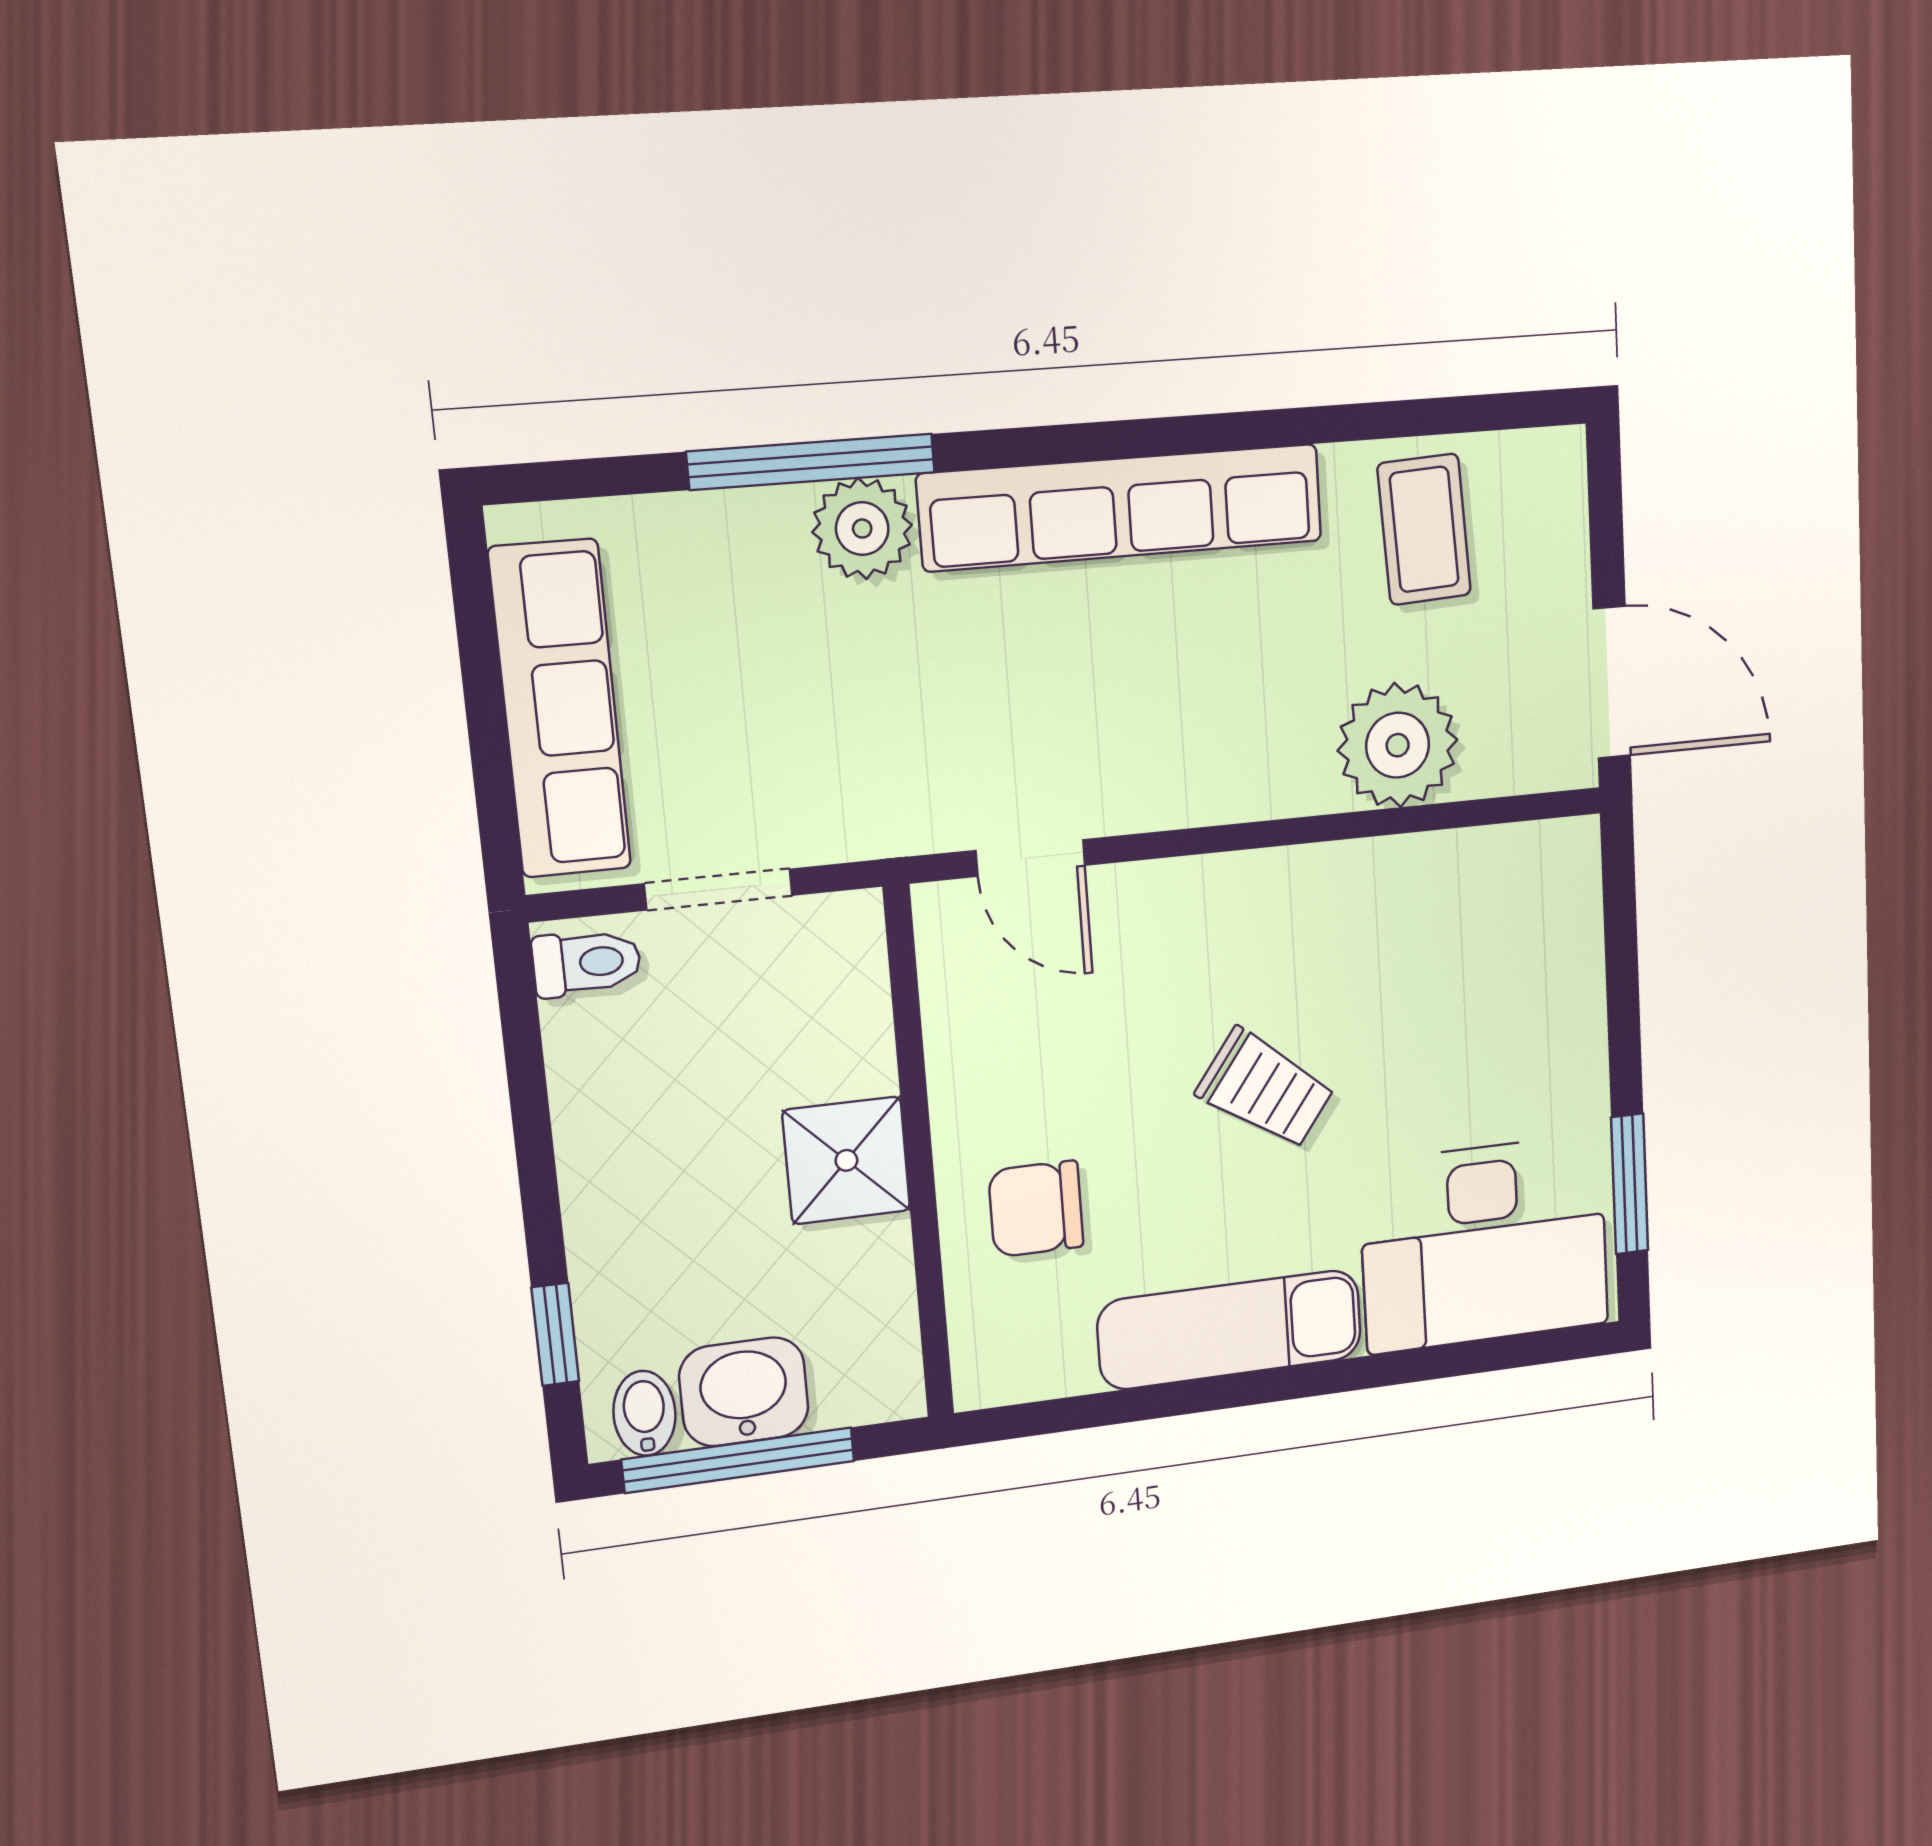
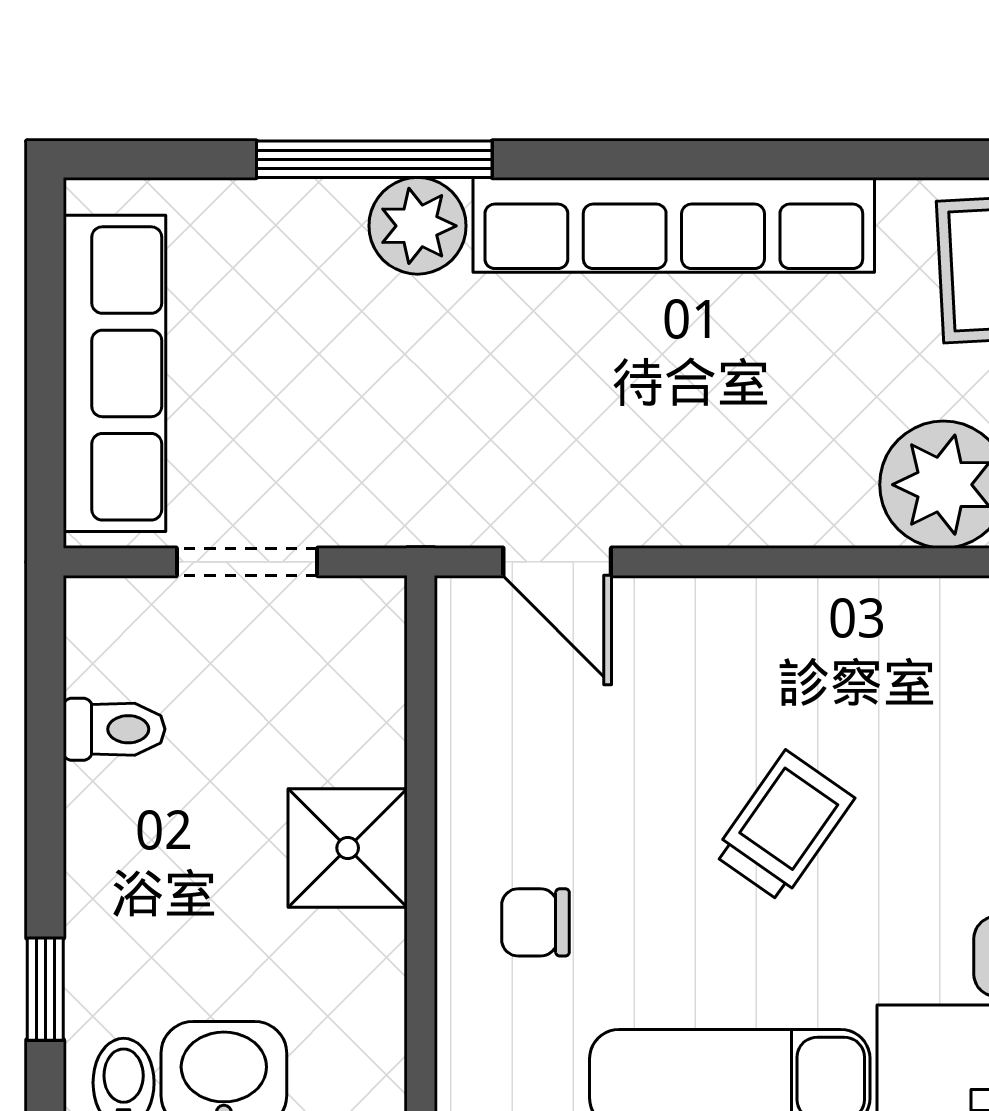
toilet: (587, 963) -> (114, 729), moved
trolley: (1266, 1089) -> (784, 826), turned -91
chair: (1036, 1209) -> (535, 922), width x0.73, depth x0.73

